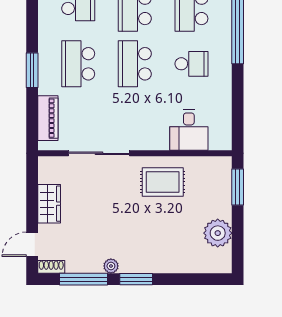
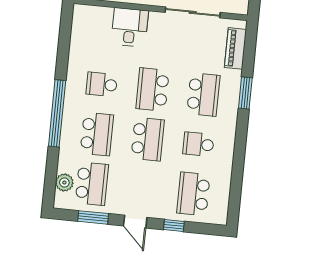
school desk: (135, 64) -> (153, 89), turned 180
desk: (189, 130) -> (130, 27), moved

